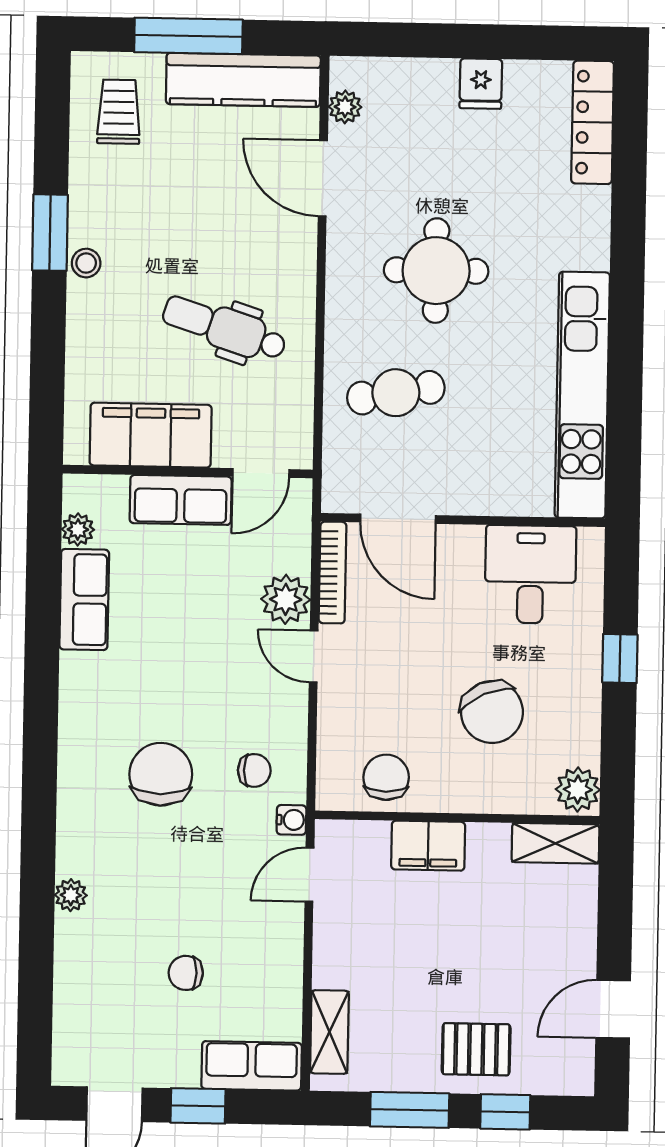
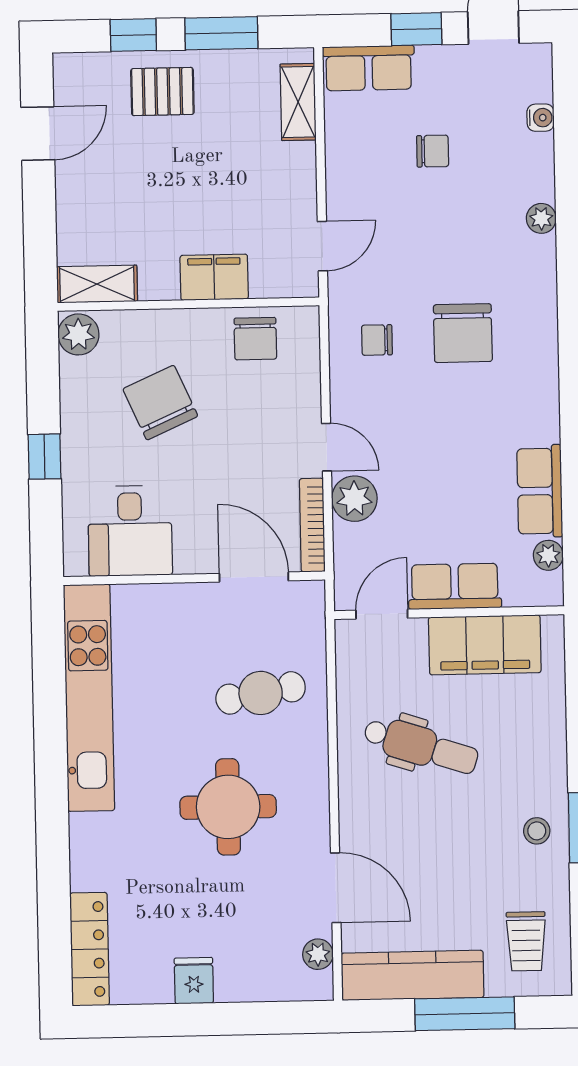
stool: (86, 263) -> (537, 831), moved
water cooler: (291, 820) -> (541, 118), moved, turned 180

